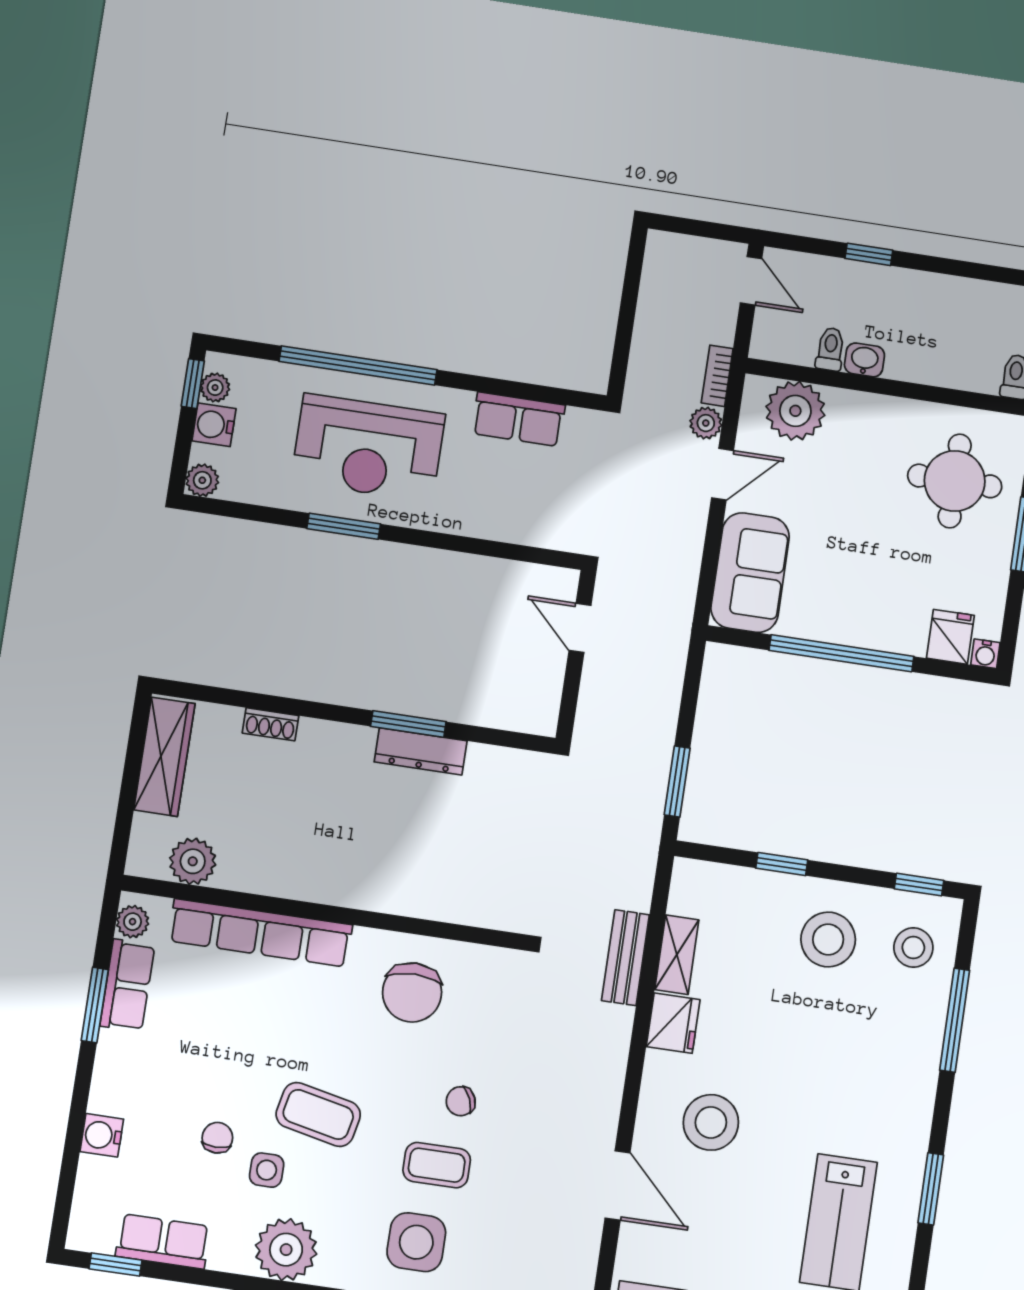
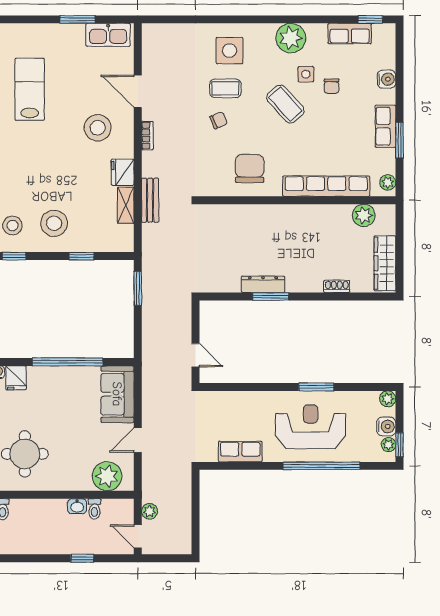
bookcase: (717, 376) -> (147, 135), moved
plant: (706, 423) -> (149, 511), moved
row of seats: (127, 985) -> (385, 126), moved
coffee table: (318, 1114) -> (285, 104), turned 36

